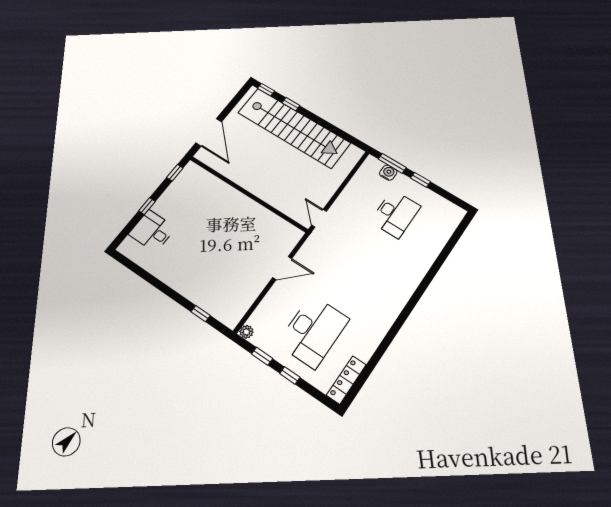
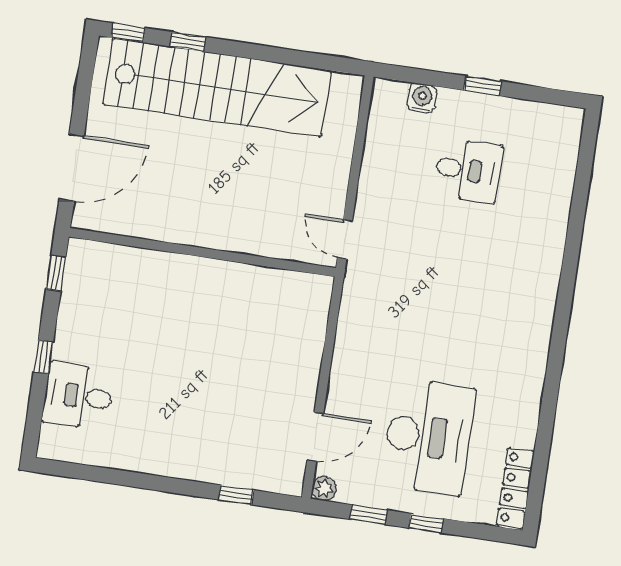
door: (209, 132) -> (72, 168), hinge flipped
window: (392, 163) -> (421, 77), removed
desk: (395, 214) -> (468, 170), width x0.73
door: (282, 268) -> (315, 437), moved

